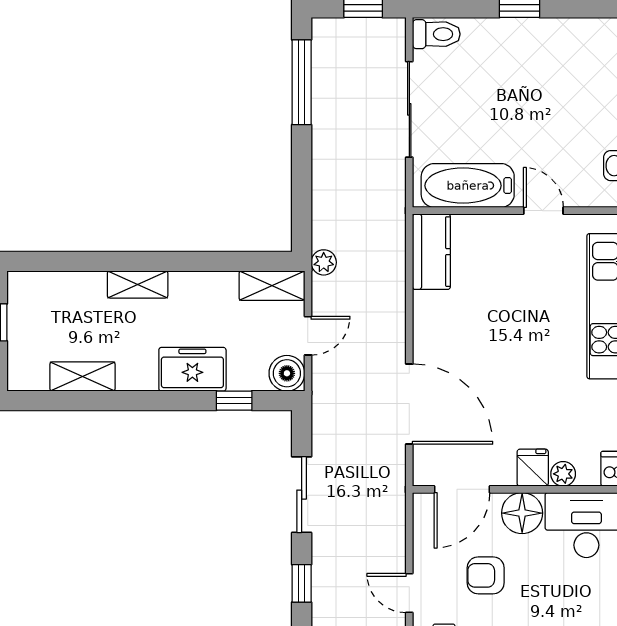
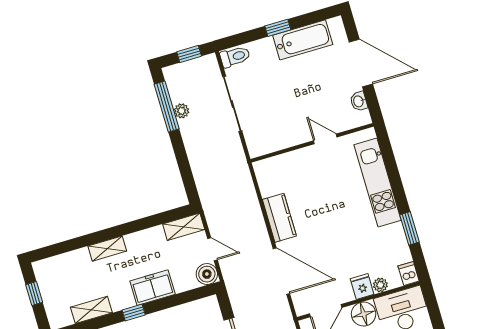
bathtub: (468, 186) -> (303, 40), moved, turned 180
kitchen counter: (431, 252) -> (279, 218), moved
plant: (324, 262) -> (182, 111), moved
door: (308, 336) -> (213, 249), hinge flipped
window: (234, 401) -> (134, 312), moved

